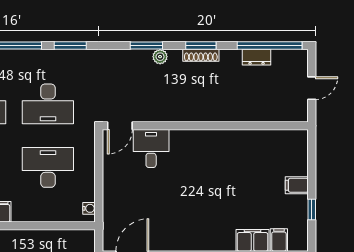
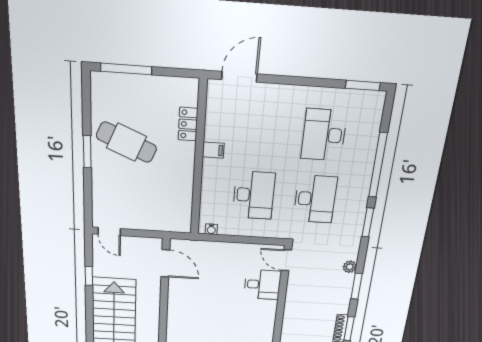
plant: (160, 57) -> (350, 267), moved
desk: (48, 104) -> (315, 199), turned 180

